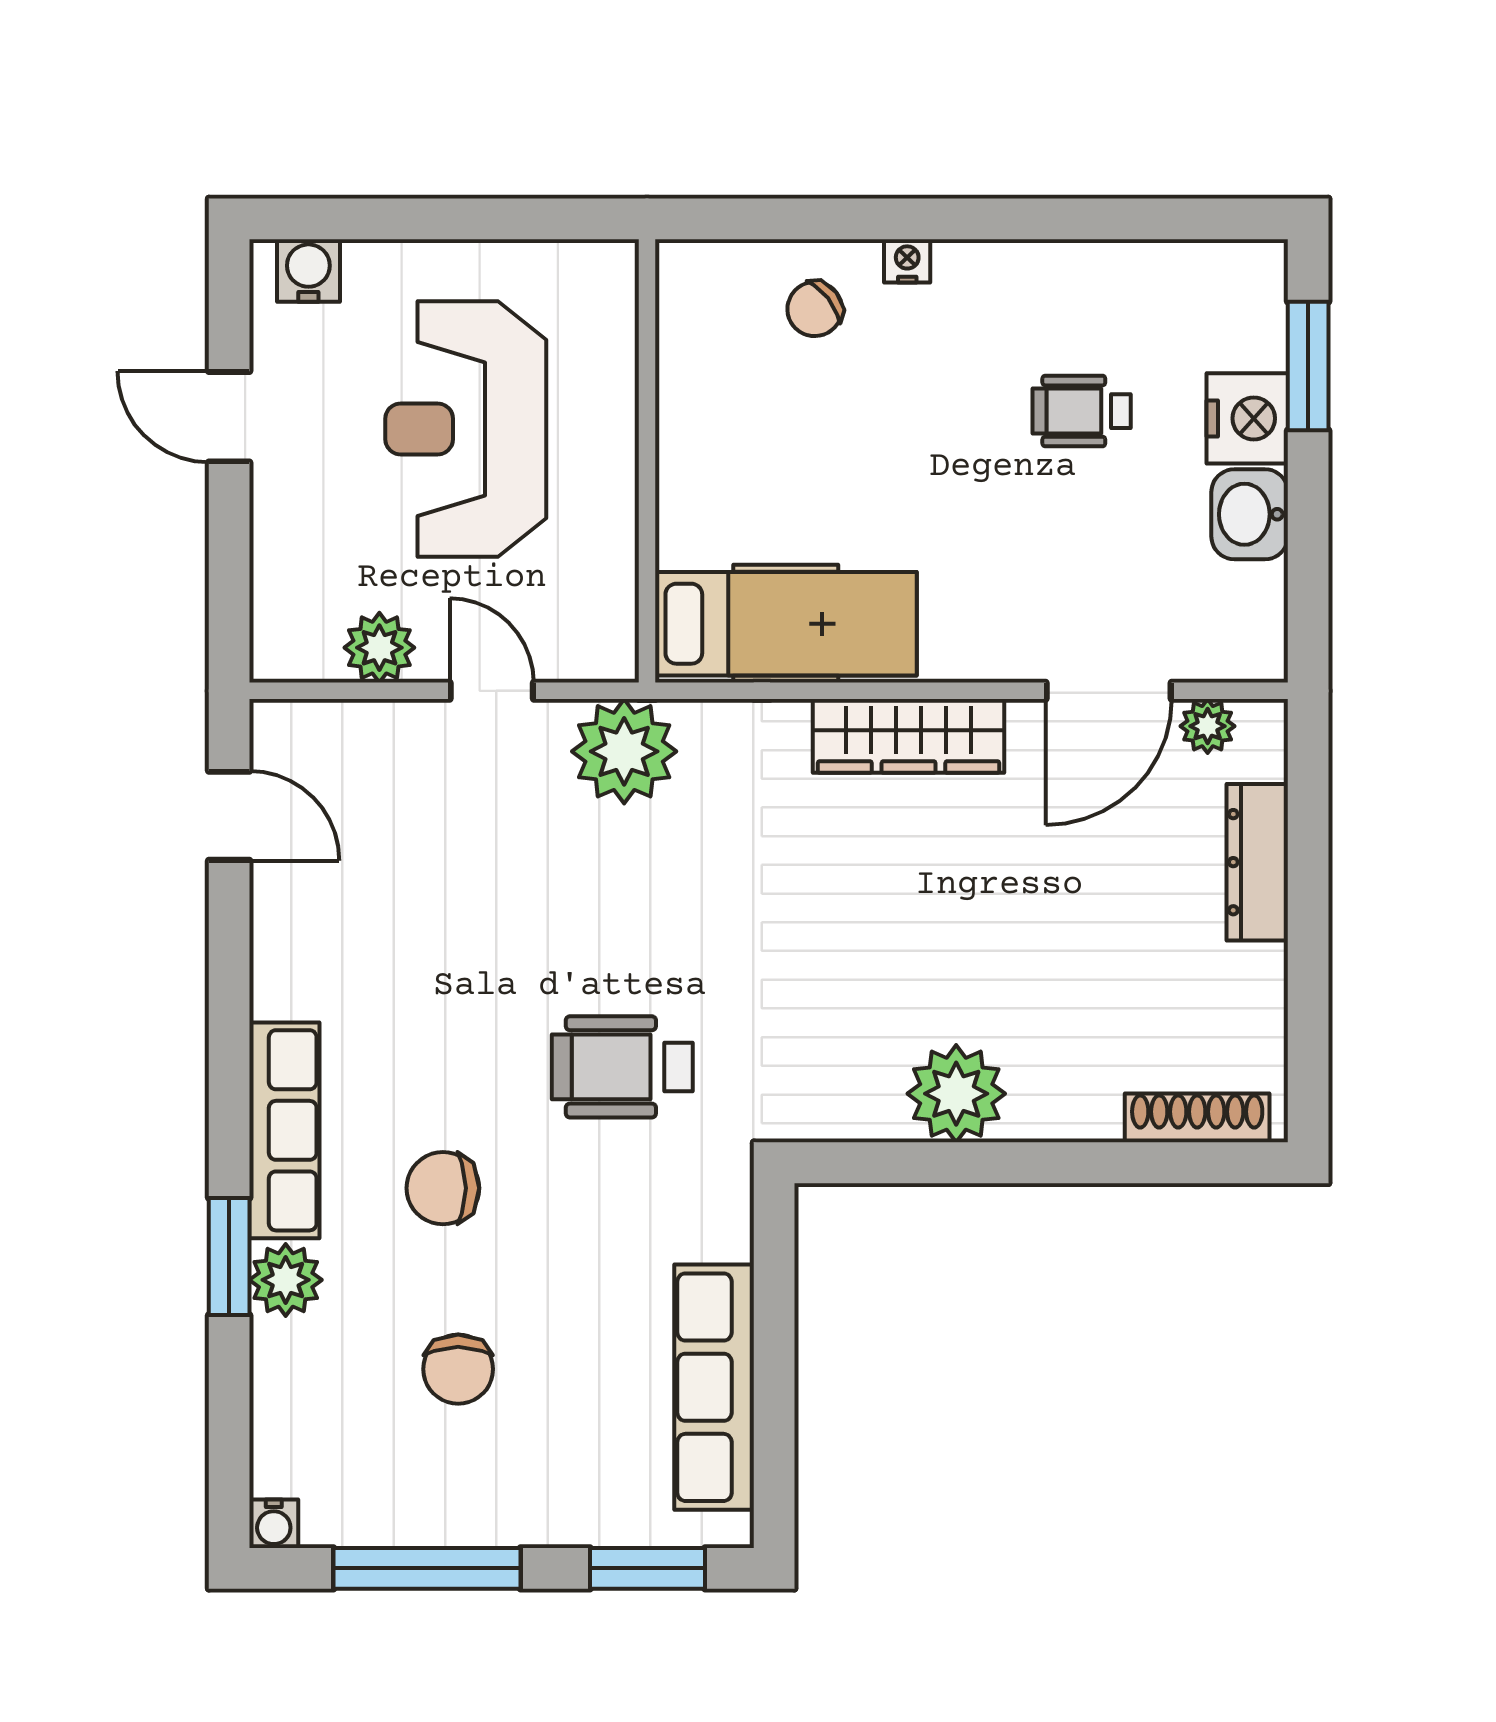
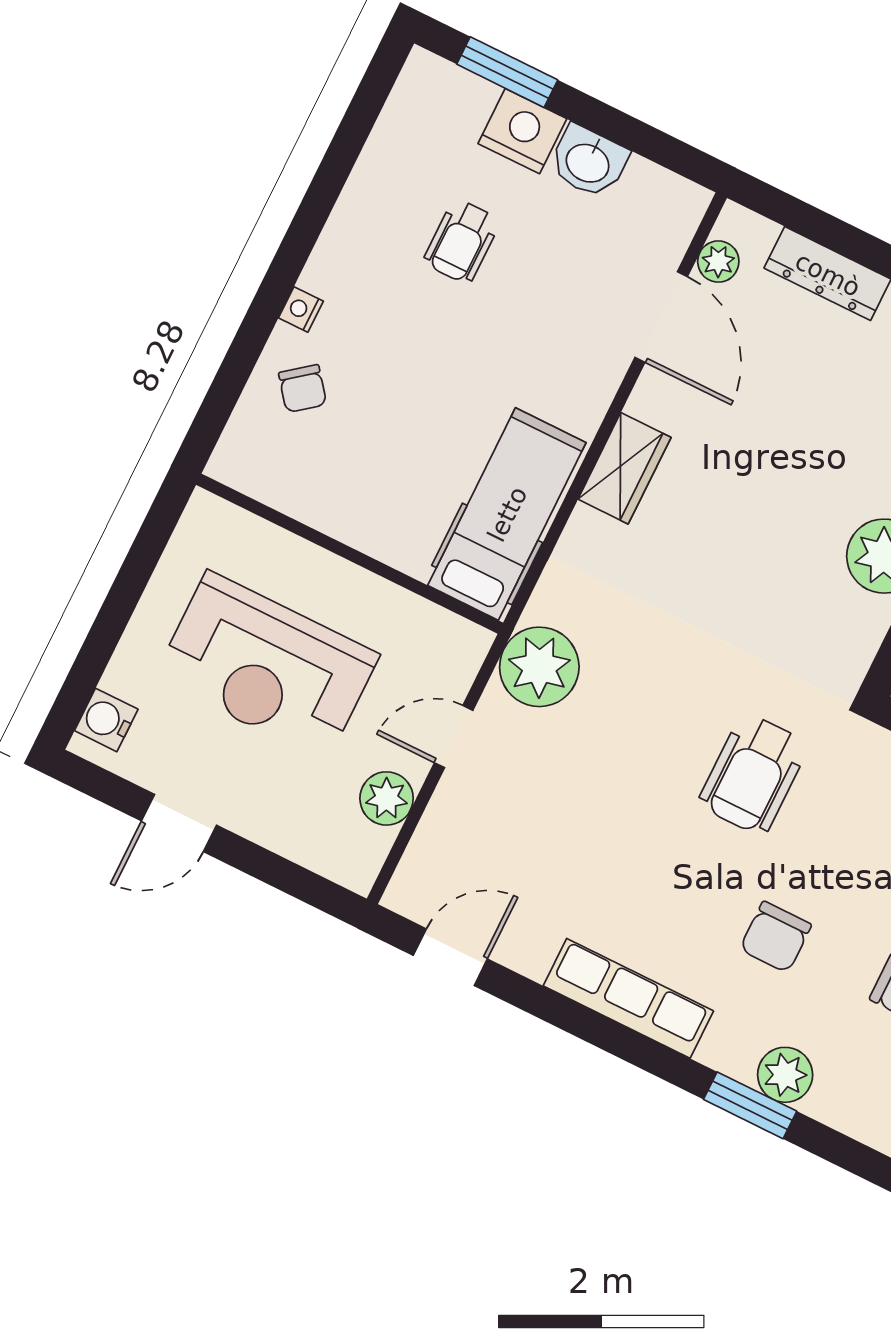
wardrobe: (909, 736) -> (624, 468), width x0.67
row of seats: (284, 1130) -> (628, 998), moved

